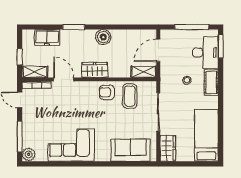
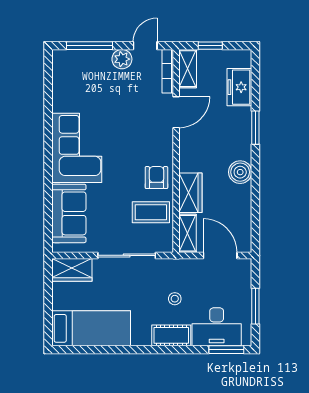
window: (192, 27) -> (255, 306), width x0.69
wardrobe: (95, 70) -> (190, 193), moved
corner sofa: (71, 145) -> (77, 148), moved
plant: (29, 154) -> (122, 59), moved

